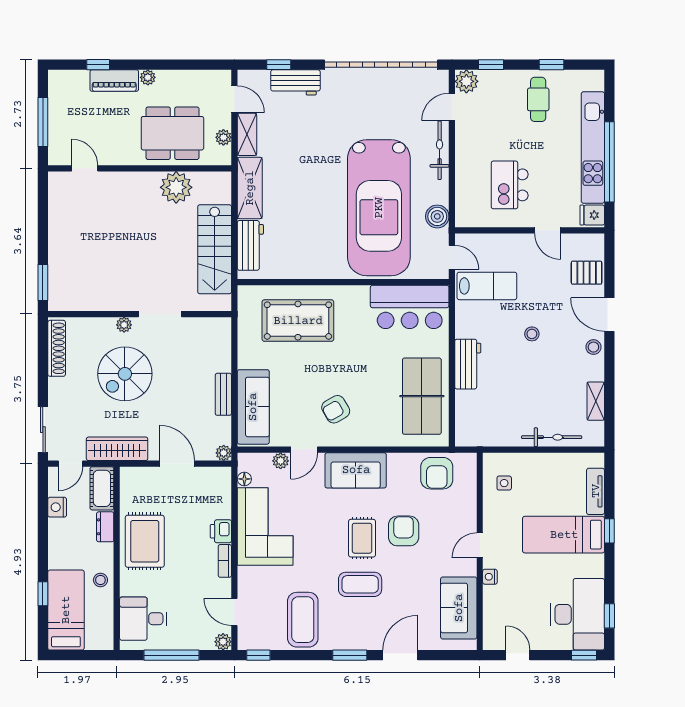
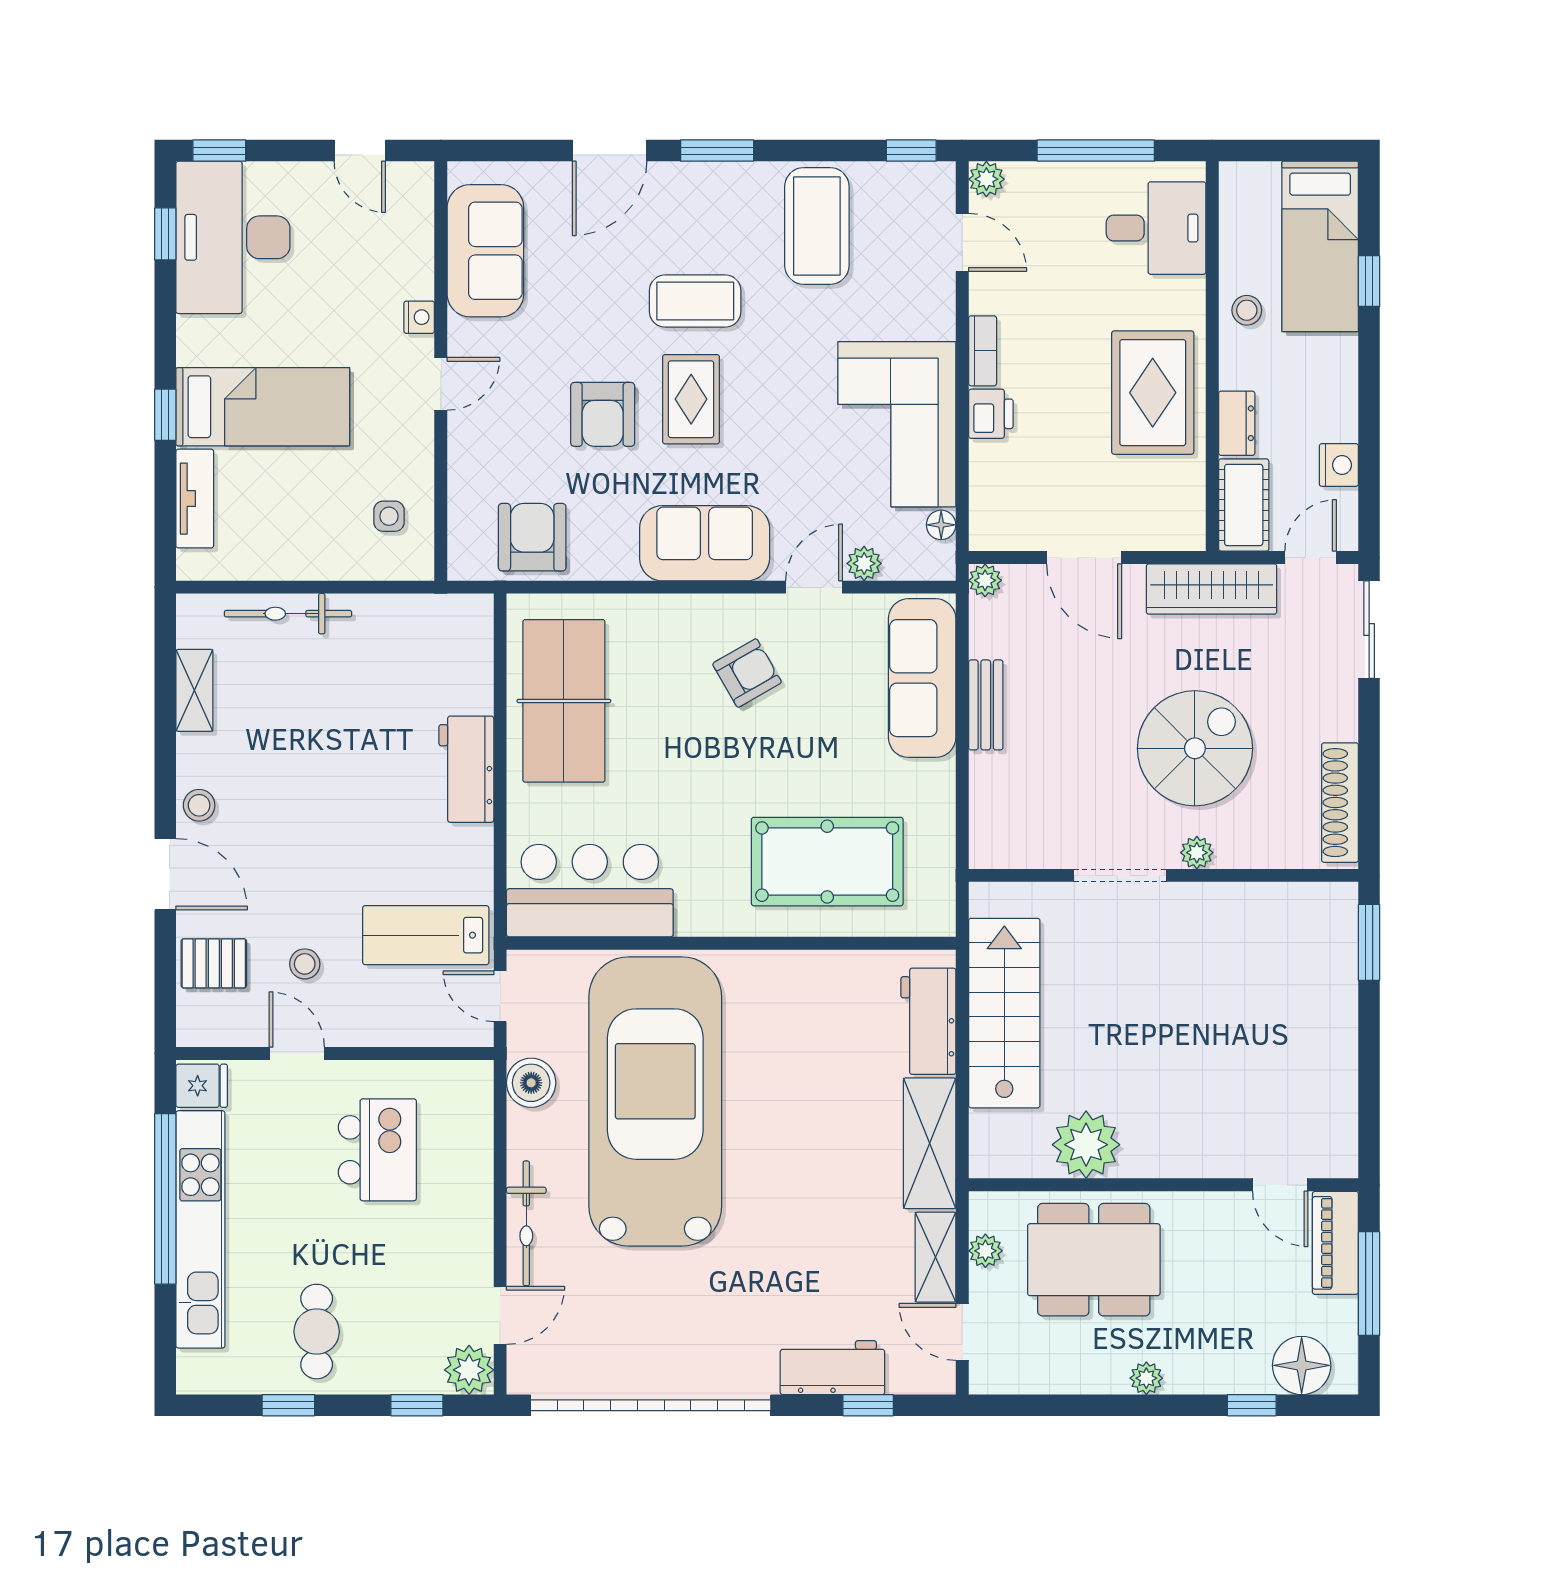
piano: (114, 81) -> (1335, 1243), moved, turned -90
floor lamp: (75, 83) -> (1302, 1365), added
stool: (532, 334) -> (305, 964), moved

